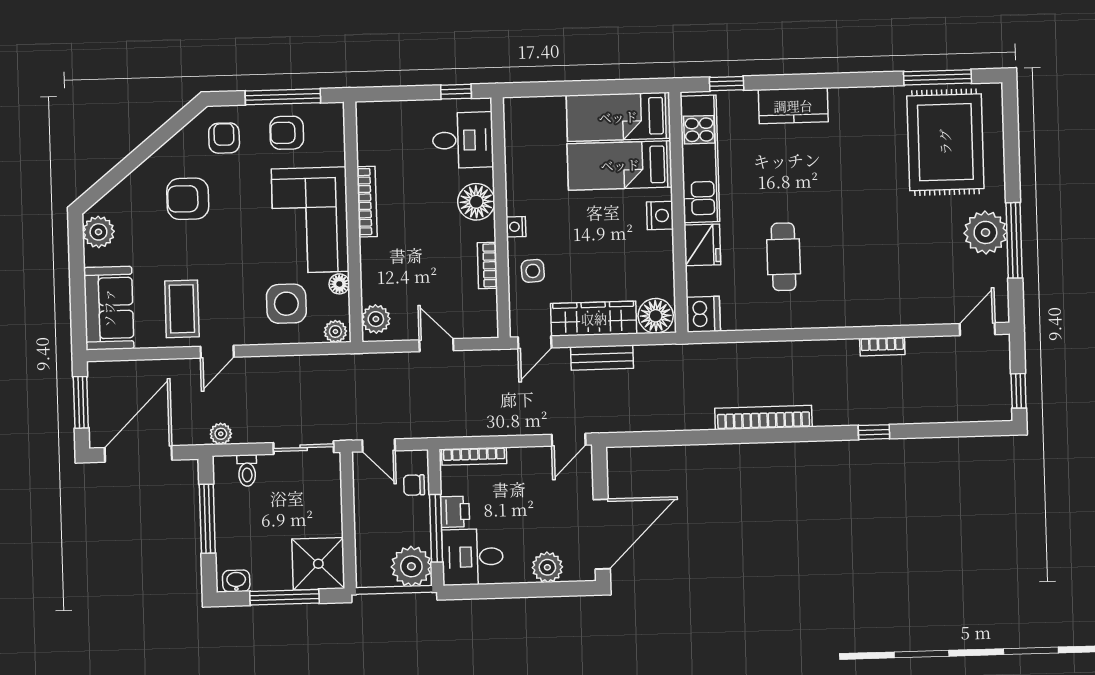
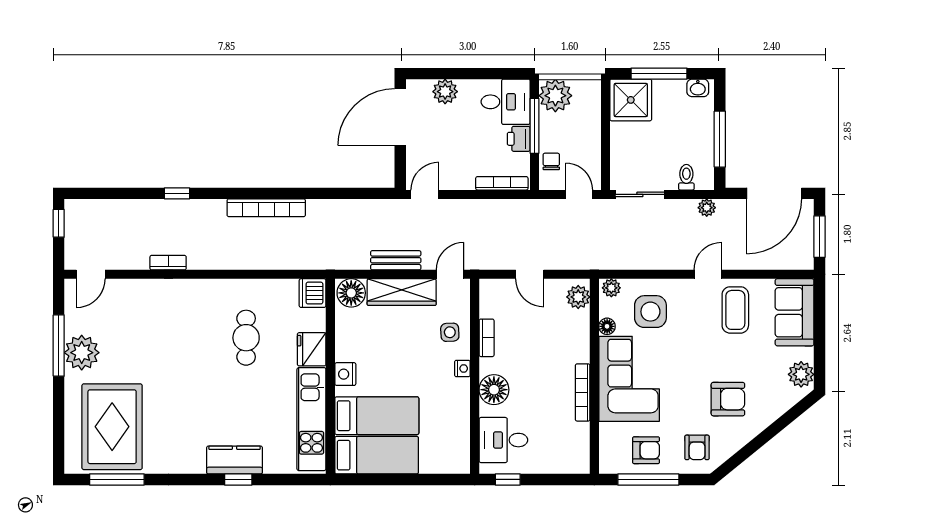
window: (727, 84) -> (238, 479), moved
chair: (414, 485) -> (551, 161), turned -90

